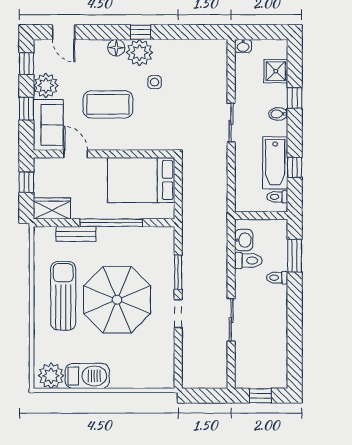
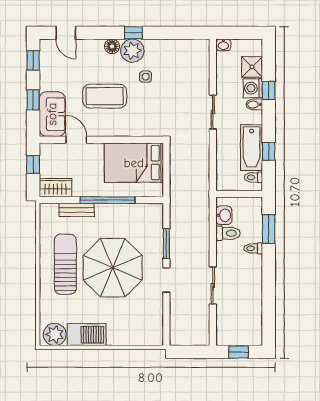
plant: (46, 86) -> (50, 80), removed
washing machine: (277, 95) -> (253, 88), added

